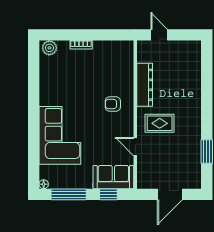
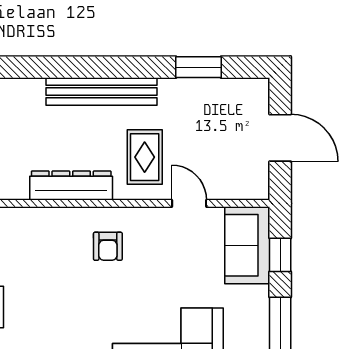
bench: (194, 101) -> (101, 91), added
door: (135, 147) -> (189, 203), swing flipped

